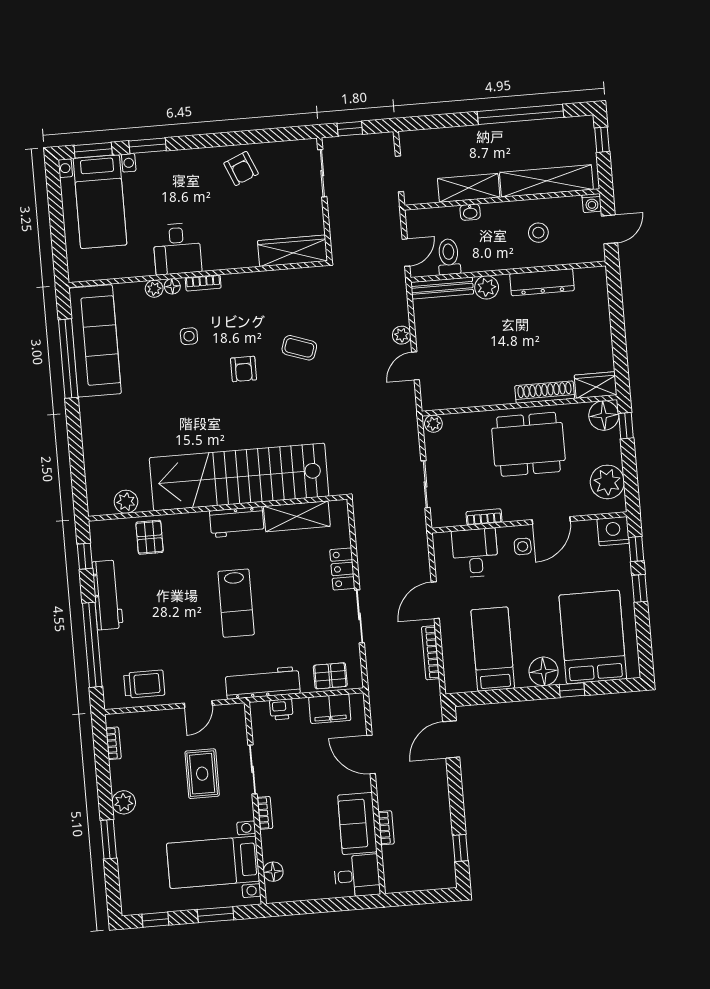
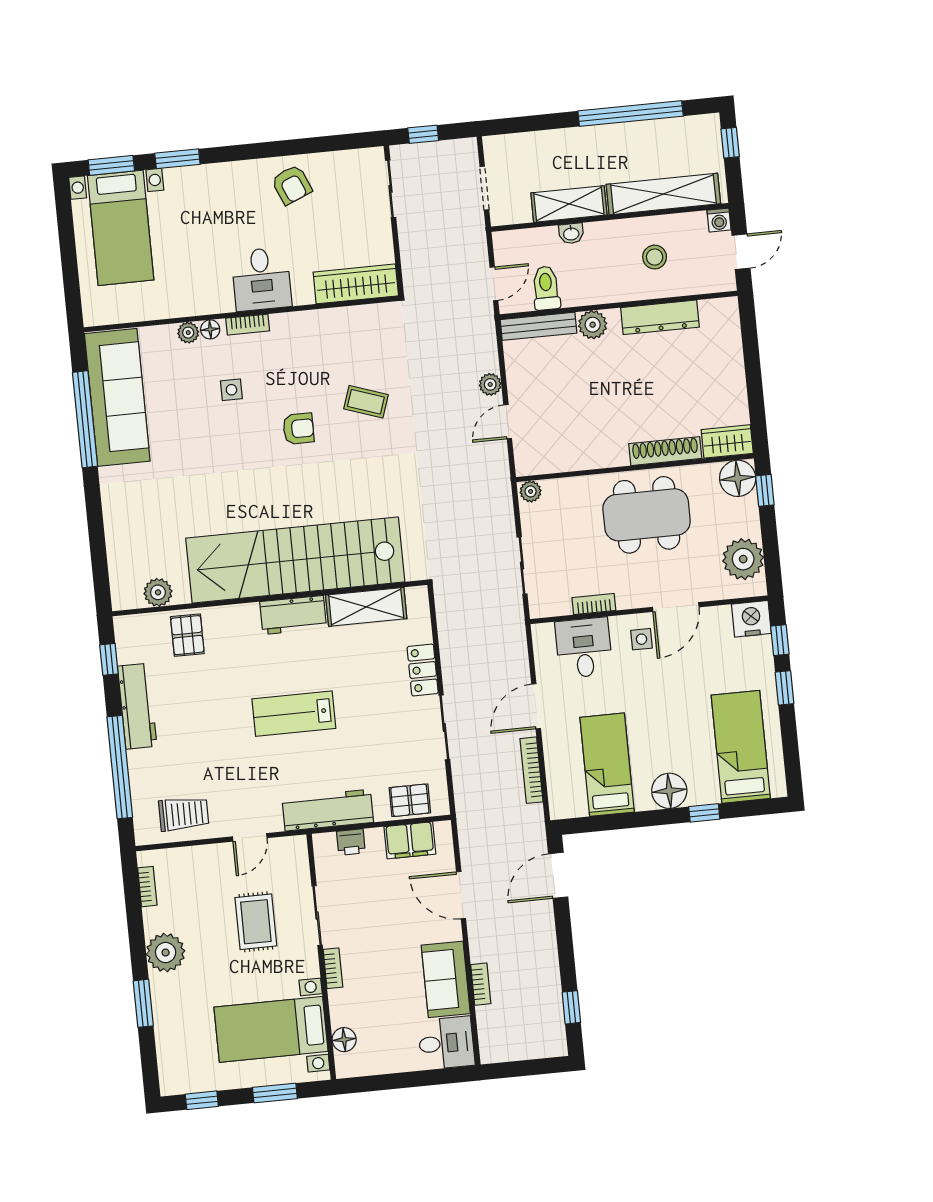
desk: (177, 249) -> (261, 279), moved
armchair: (244, 369) -> (298, 429), turned -90
lab bench: (236, 603) -> (294, 714), turned 90
bed: (593, 637) -> (741, 747), width x0.67
plant: (124, 802) -> (166, 953), width x1.36, depth x1.36

